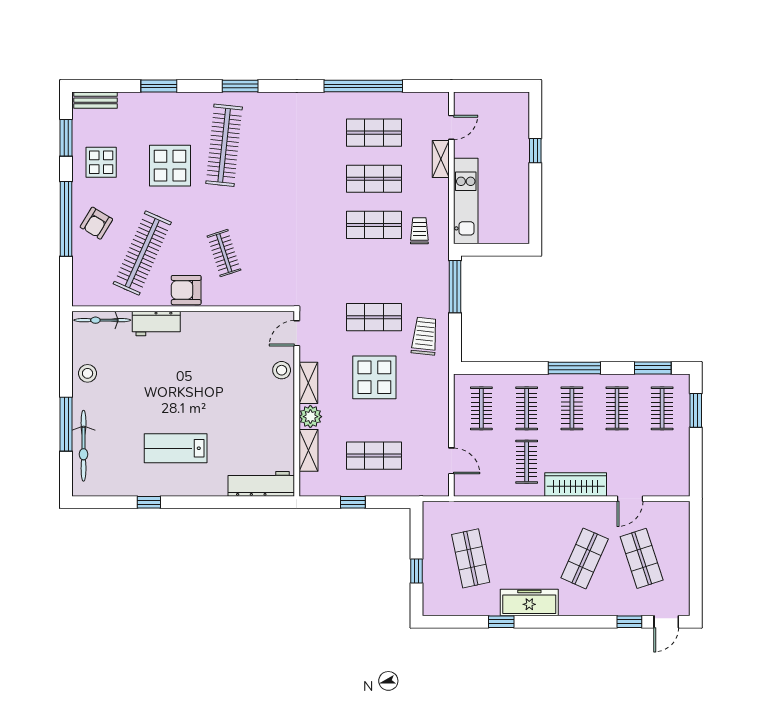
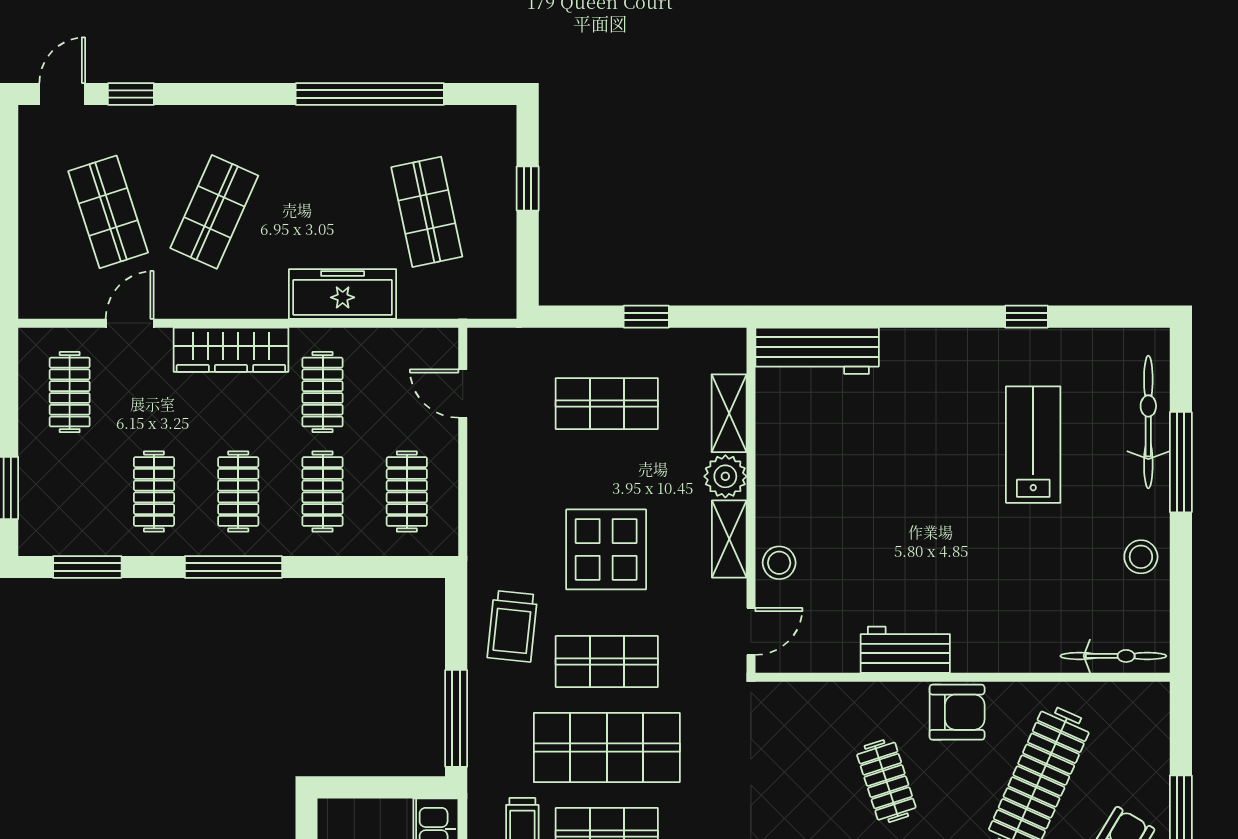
shop shelf: (374, 271) -> (607, 748), added
workbench: (156, 323) -> (905, 650), moved
clothes rail: (662, 408) -> (70, 392), moved
lab bench: (176, 448) -> (1033, 445), moved, turned -90
freezer: (529, 602) -> (343, 294), moved, turned 180
window: (501, 622) -> (370, 94), width x3.17

